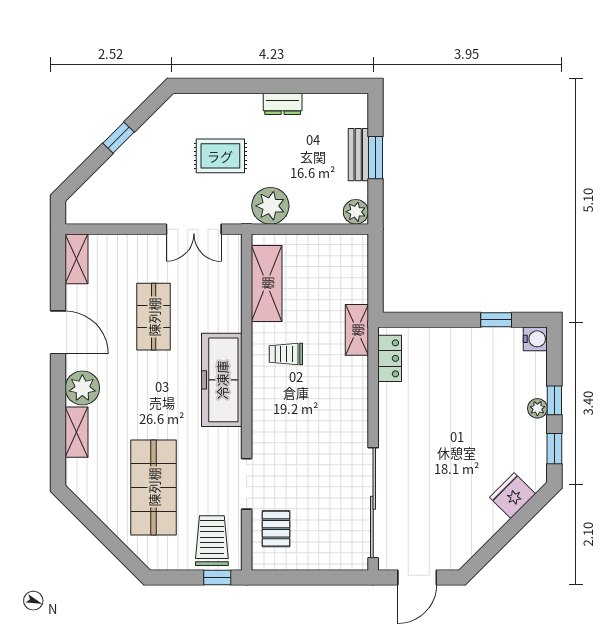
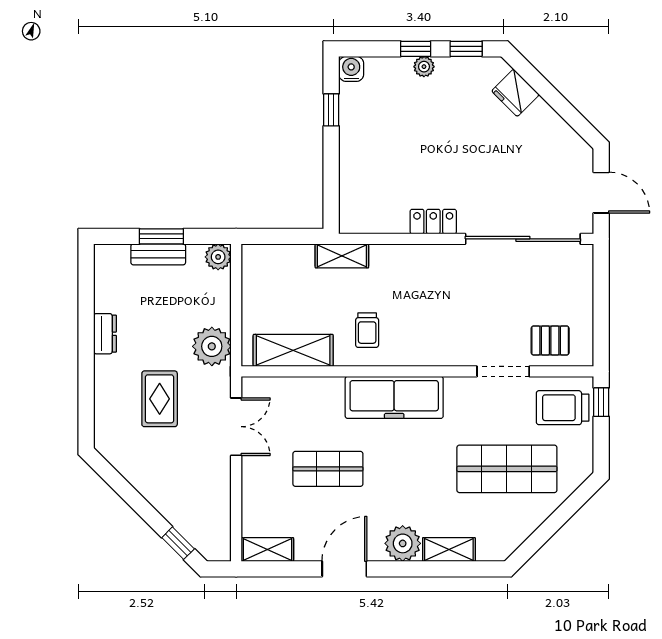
window: (119, 138) -> (178, 543), moved
locker: (390, 358) -> (433, 222), moved

